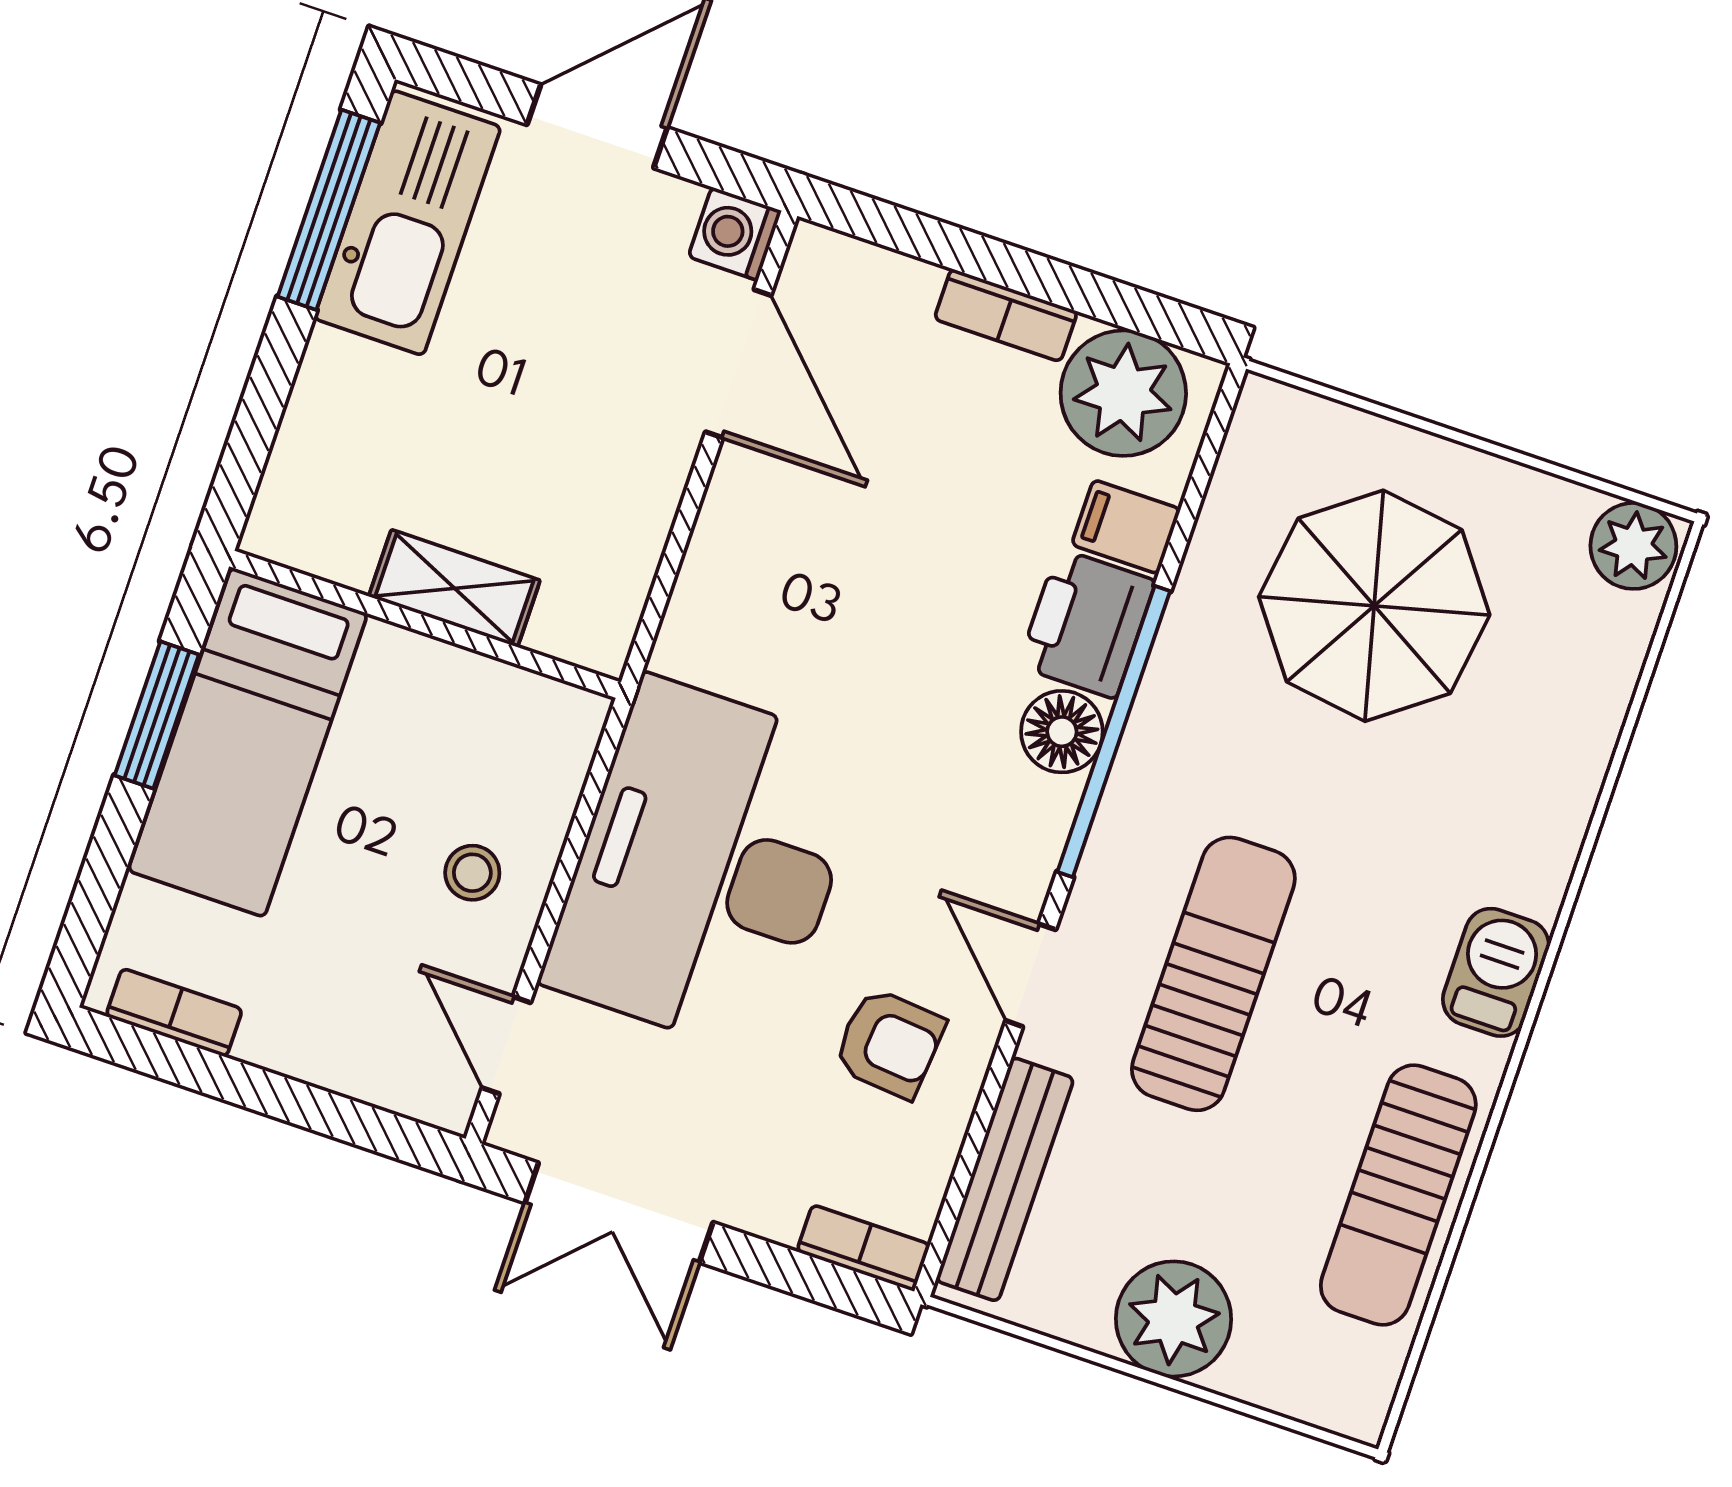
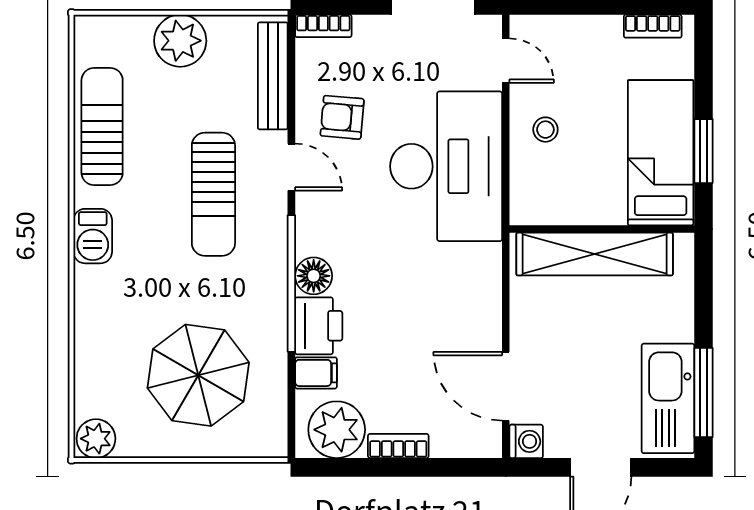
shelving: (454, 588) -> (595, 254), width x2.20, depth x1.33

